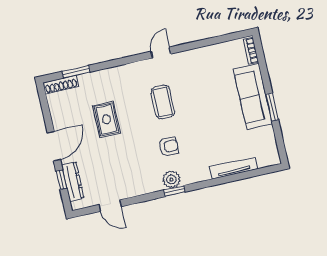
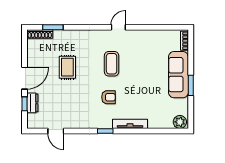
tv unit: (234, 168) -> (130, 124), moved
plant: (171, 180) -> (180, 122), moved
dresser: (73, 182) -> (32, 103), width x0.70

